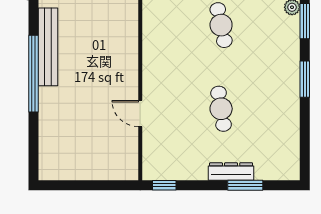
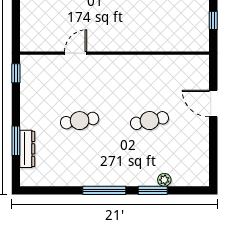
window: (305, 79) -> (104, 190), width x1.44
dresser: (231, 172) -> (27, 149), moved

